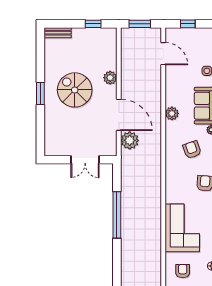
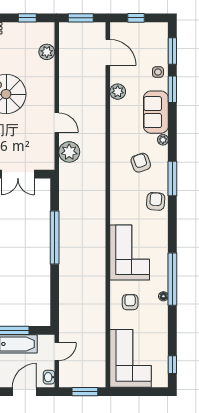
plant: (110, 78) -> (47, 52), moved
plant: (172, 113) -> (118, 92), moved
door: (119, 115) -> (57, 123), width x0.53

